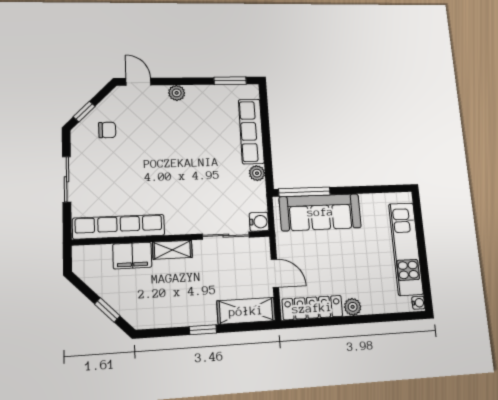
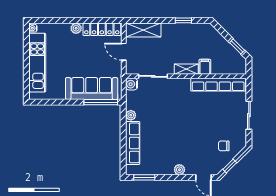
window: (84, 112) -> (230, 166), moved
filing cabinet: (132, 256) -> (205, 67), width x0.50
window: (107, 310) -> (237, 46), moved
window: (203, 330) -> (183, 20), moved

